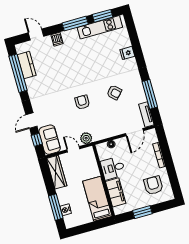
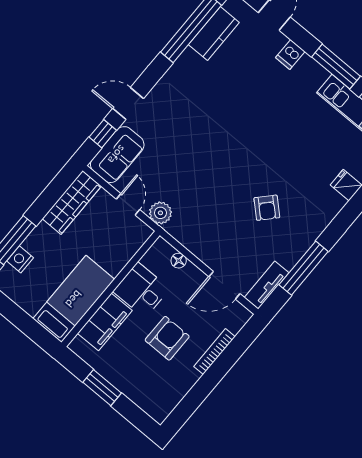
armchair: (82, 102) -> (215, 166), removed
armchair: (153, 185) -> (167, 338), moved

